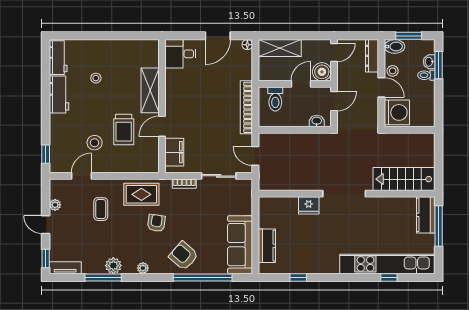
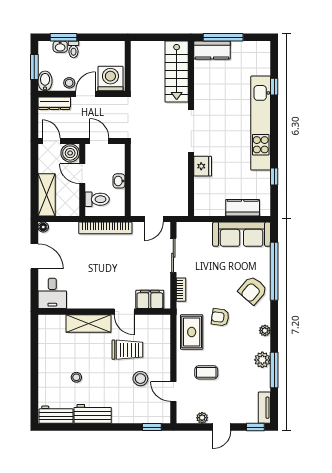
washbasin: (317, 121) -> (119, 181), moved
kitchen unit: (387, 264) -> (261, 123), moved

